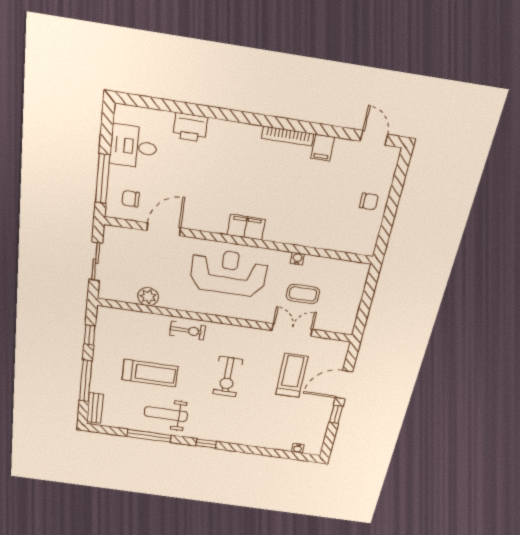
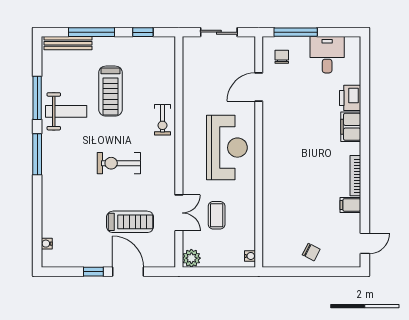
chair: (369, 201) -> (311, 252), turned -63
filing cabinet: (246, 227) -> (351, 127), moved, turned 180
door: (164, 229) -> (259, 87), swing flipped
water cooler: (297, 259) -> (250, 256), moved
plant: (148, 297) -> (191, 258), moved
bench: (95, 408) -> (68, 43), width x1.36
weight bench: (166, 414) -> (66, 111), turned 90
window: (206, 444) -> (37, 154), width x2.17

